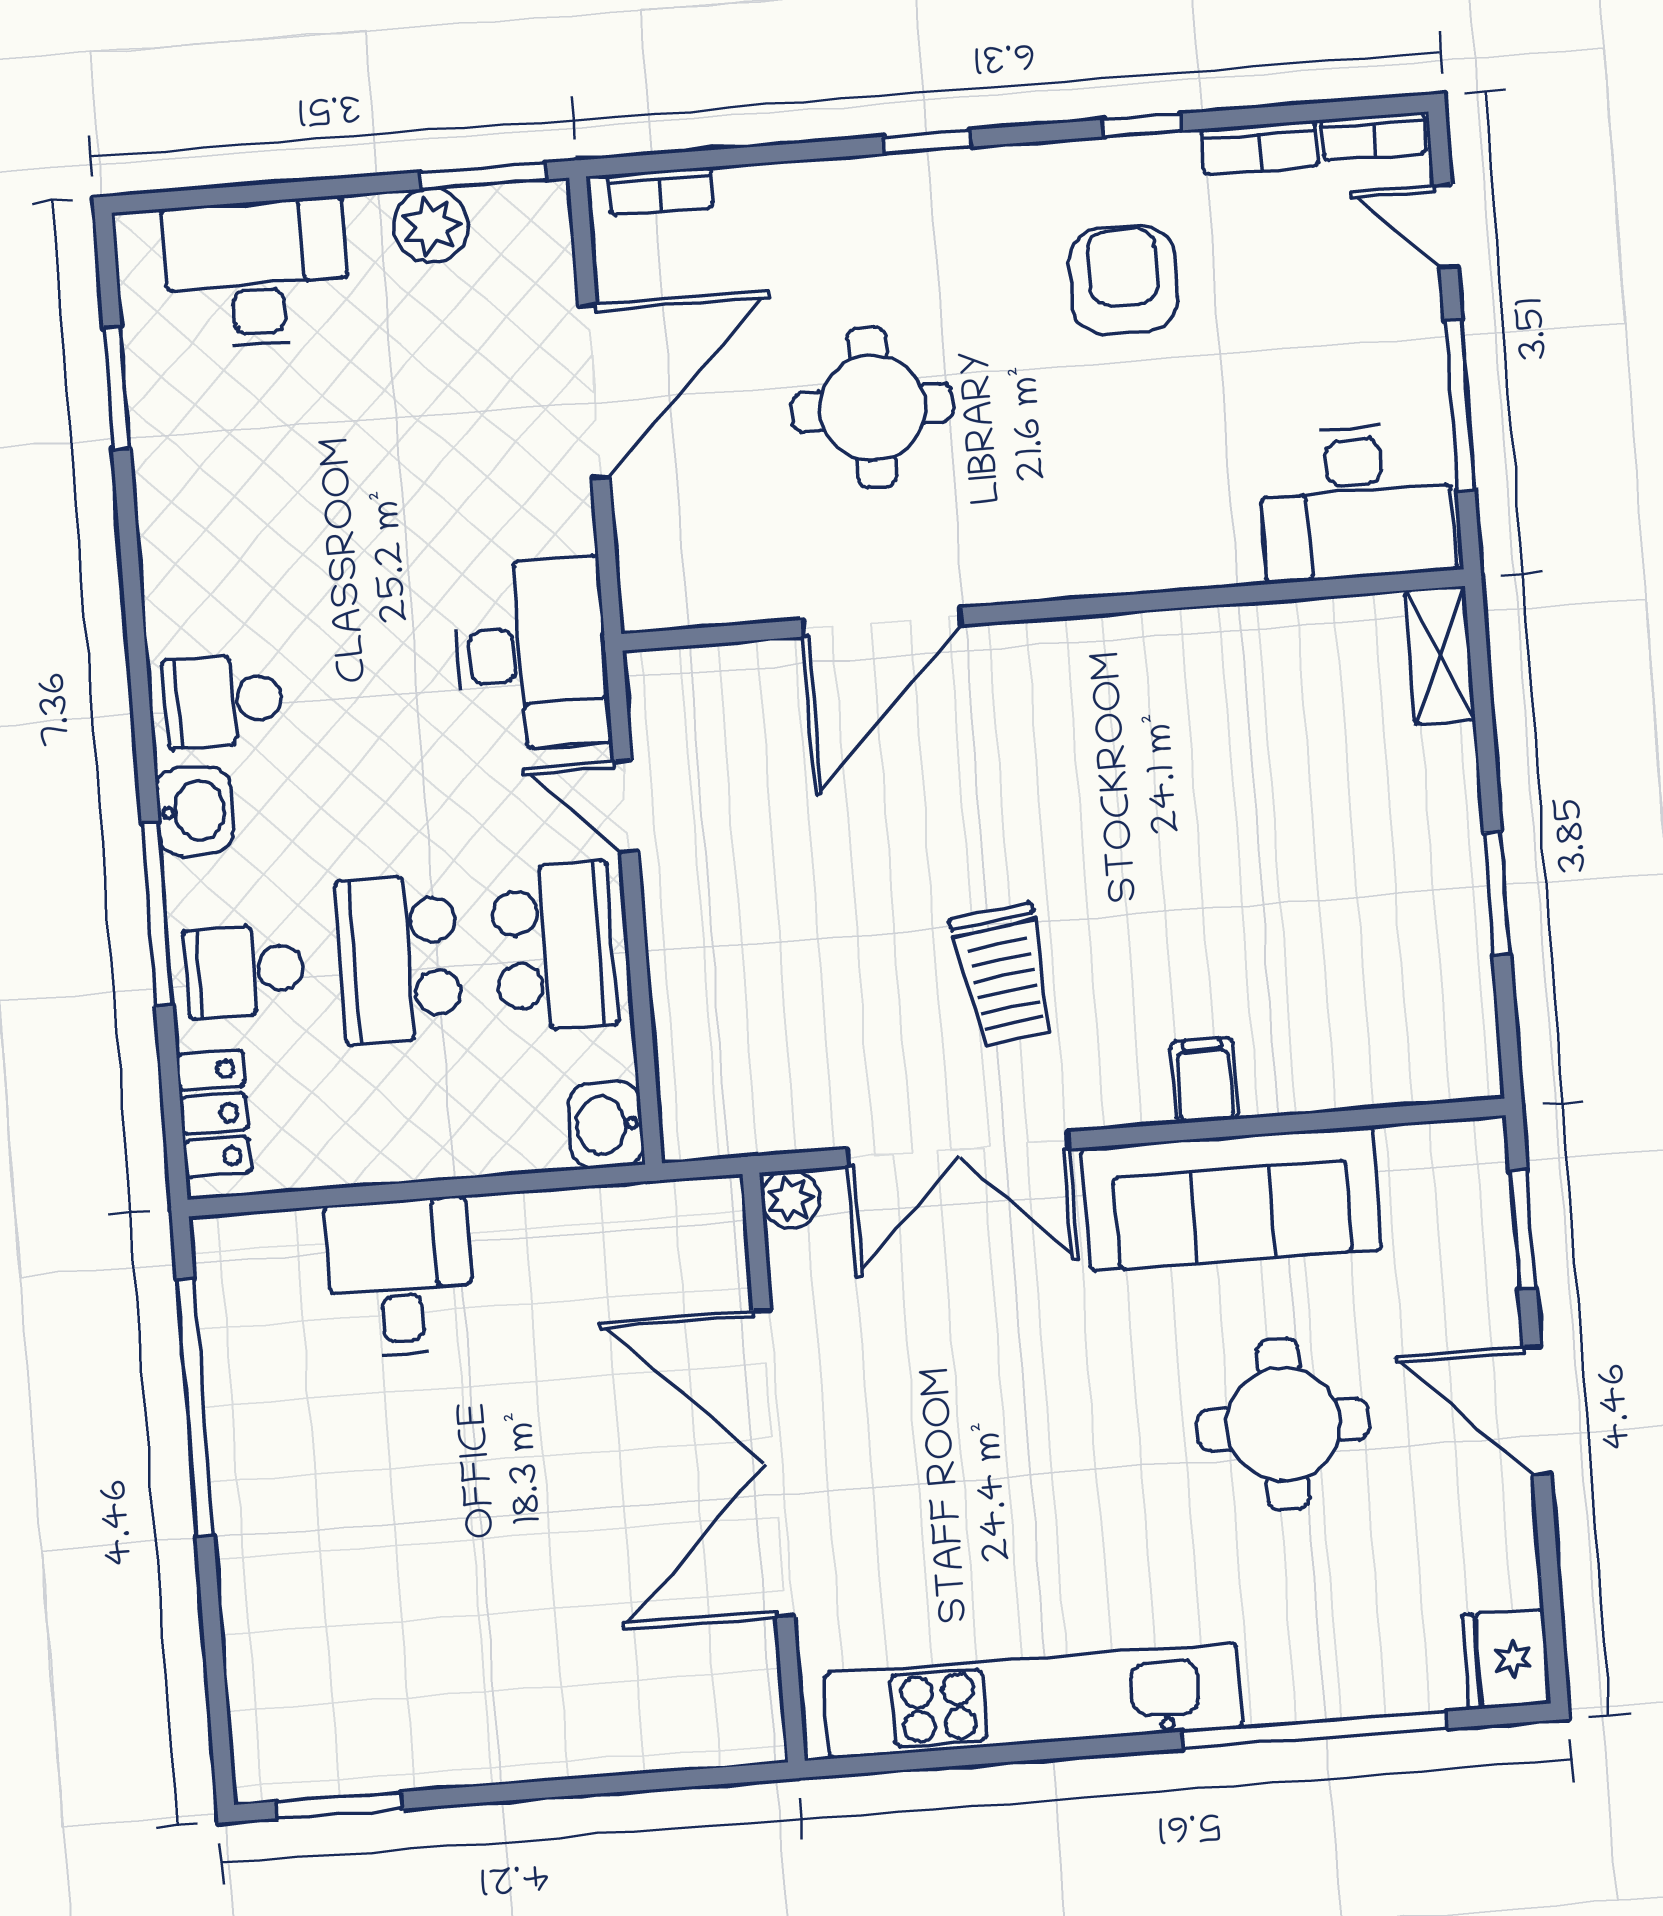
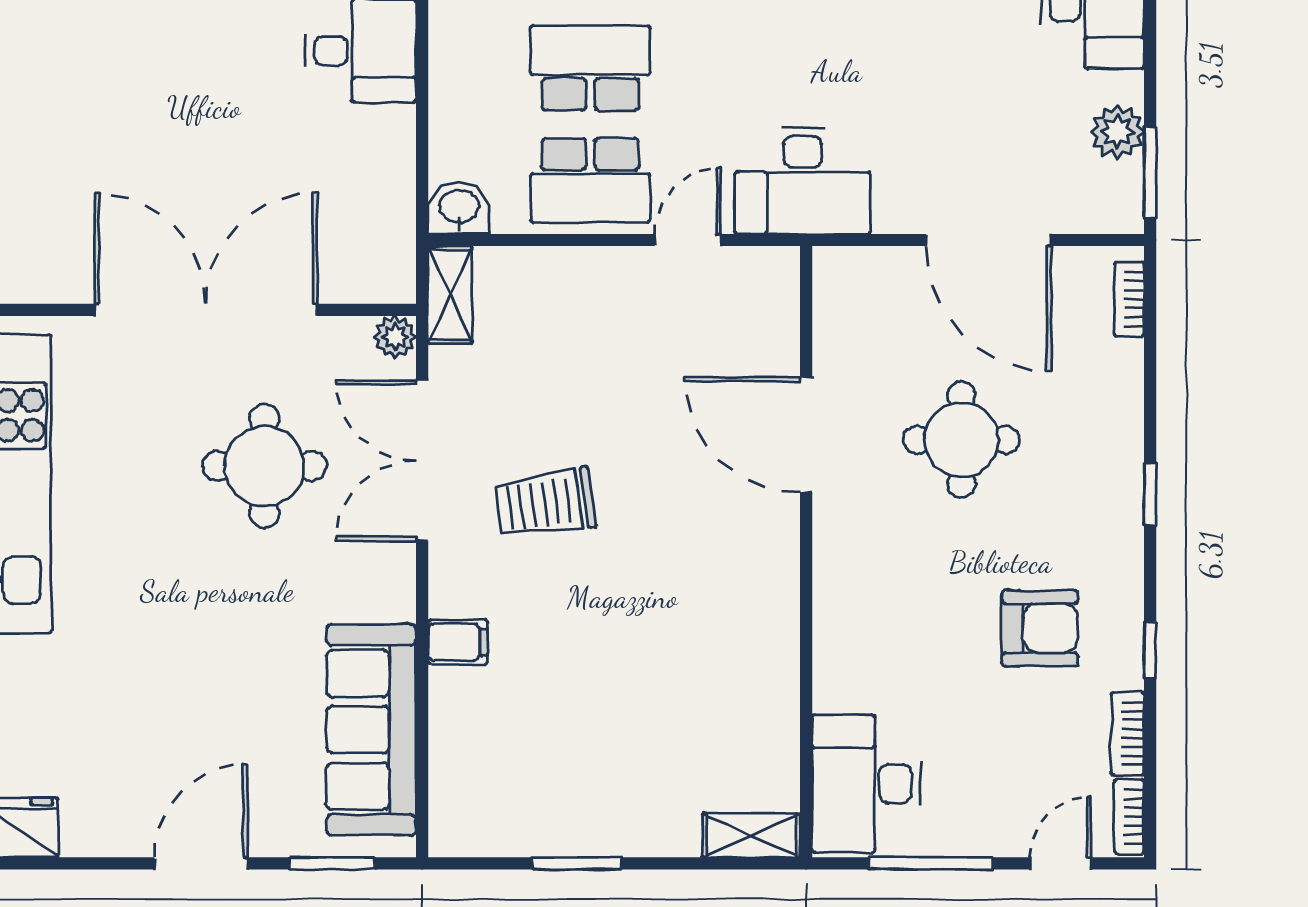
shelving: (727, 1128) -> (450, 295), added
sofa: (1232, 1198) -> (371, 730), moved
round table: (1283, 1424) -> (264, 466), moved

